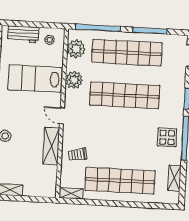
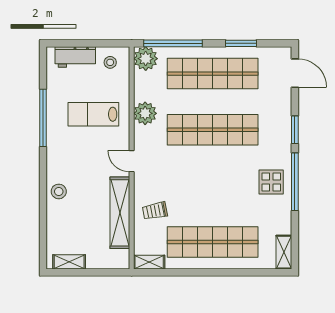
window: (150, 31) -> (241, 43), width x0.69
plant: (76, 49) -> (146, 59), moved
lab bench: (35, 79) -> (93, 114), width x0.73, depth x0.72
shelving: (51, 146) -> (120, 213), width x1.47
shelving: (175, 178) -> (284, 252), moved

